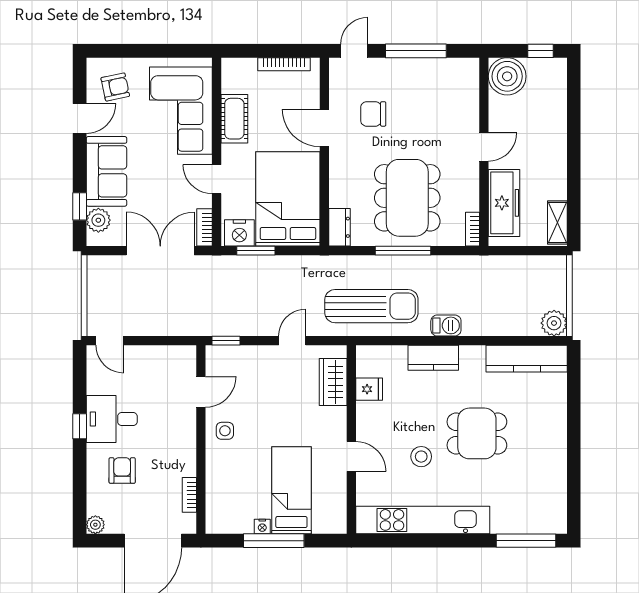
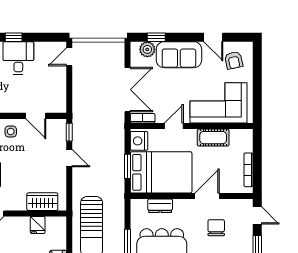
dresser: (340, 227) -> (160, 206), moved
window: (256, 251) -> (127, 166), moved
door: (292, 341) -> (69, 158), moved

